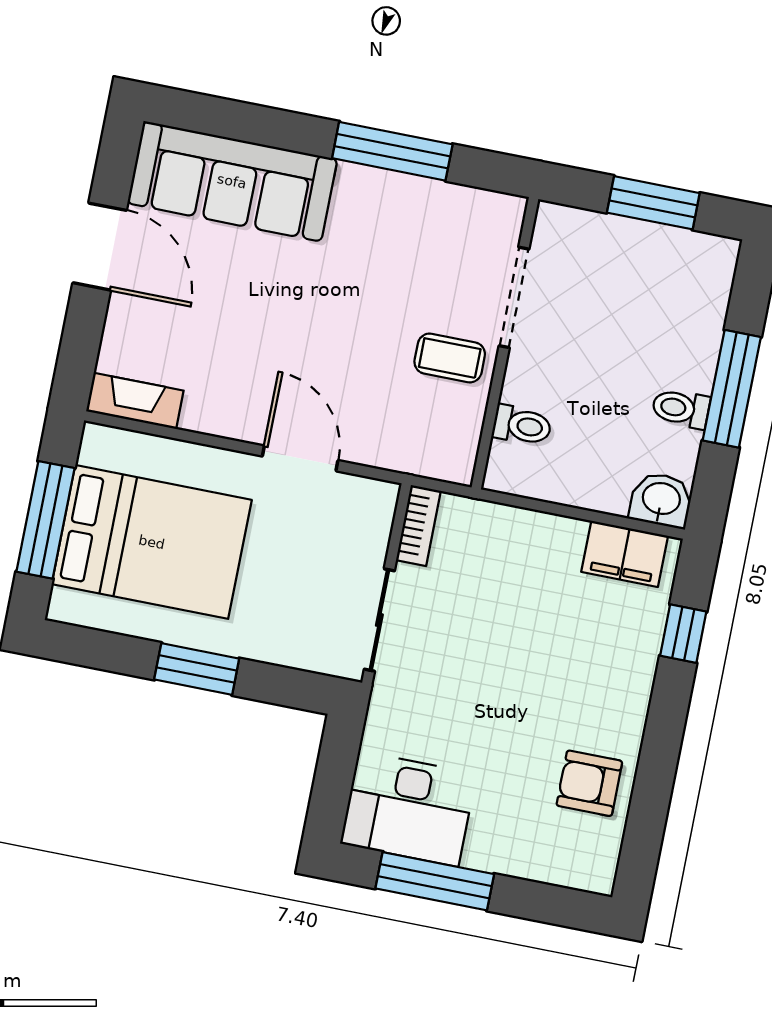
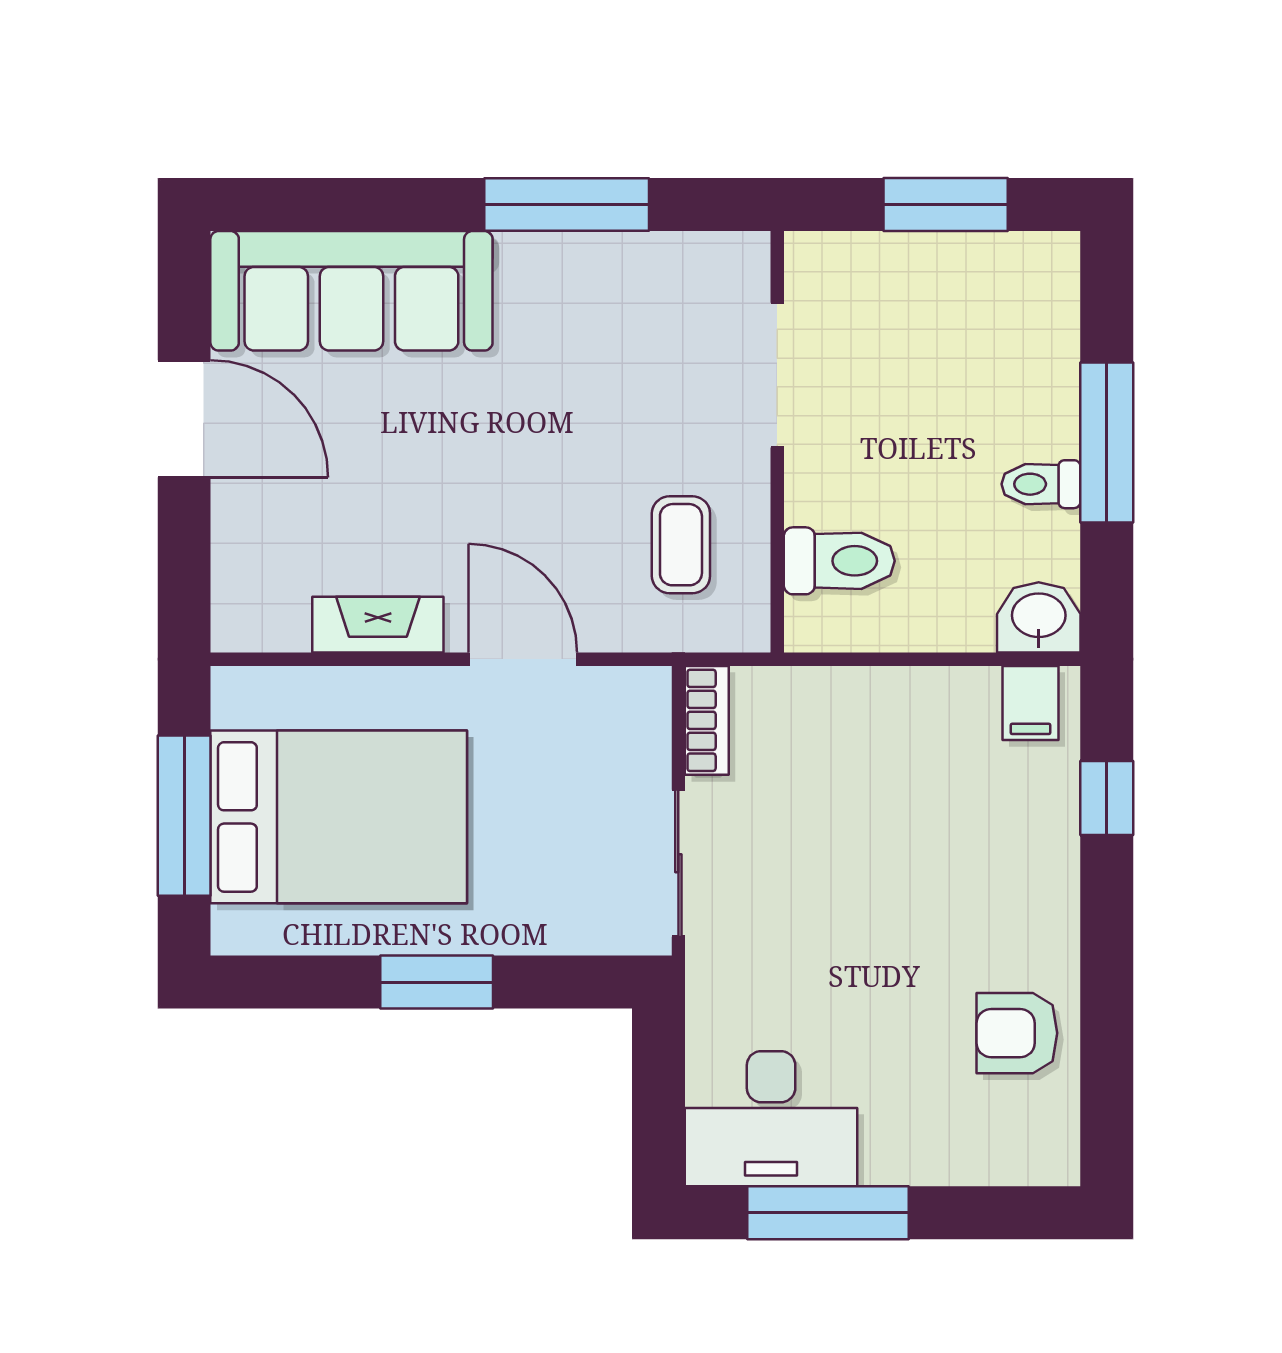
coffee table: (450, 358) -> (681, 545), moved, turned 90
fireplace: (135, 401) -> (378, 625), moved
toilet: (522, 425) -> (839, 561), width x1.37, depth x1.39
filing cabinet: (625, 554) -> (1031, 703), width x0.50

